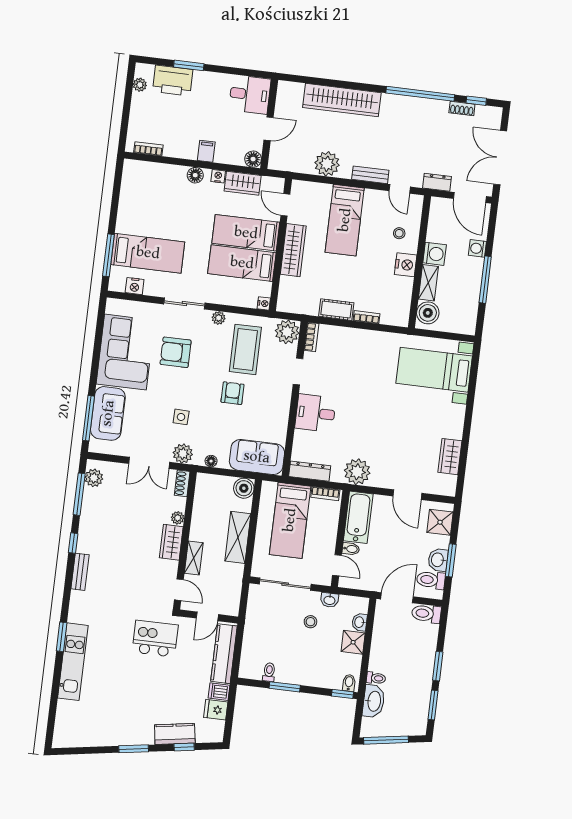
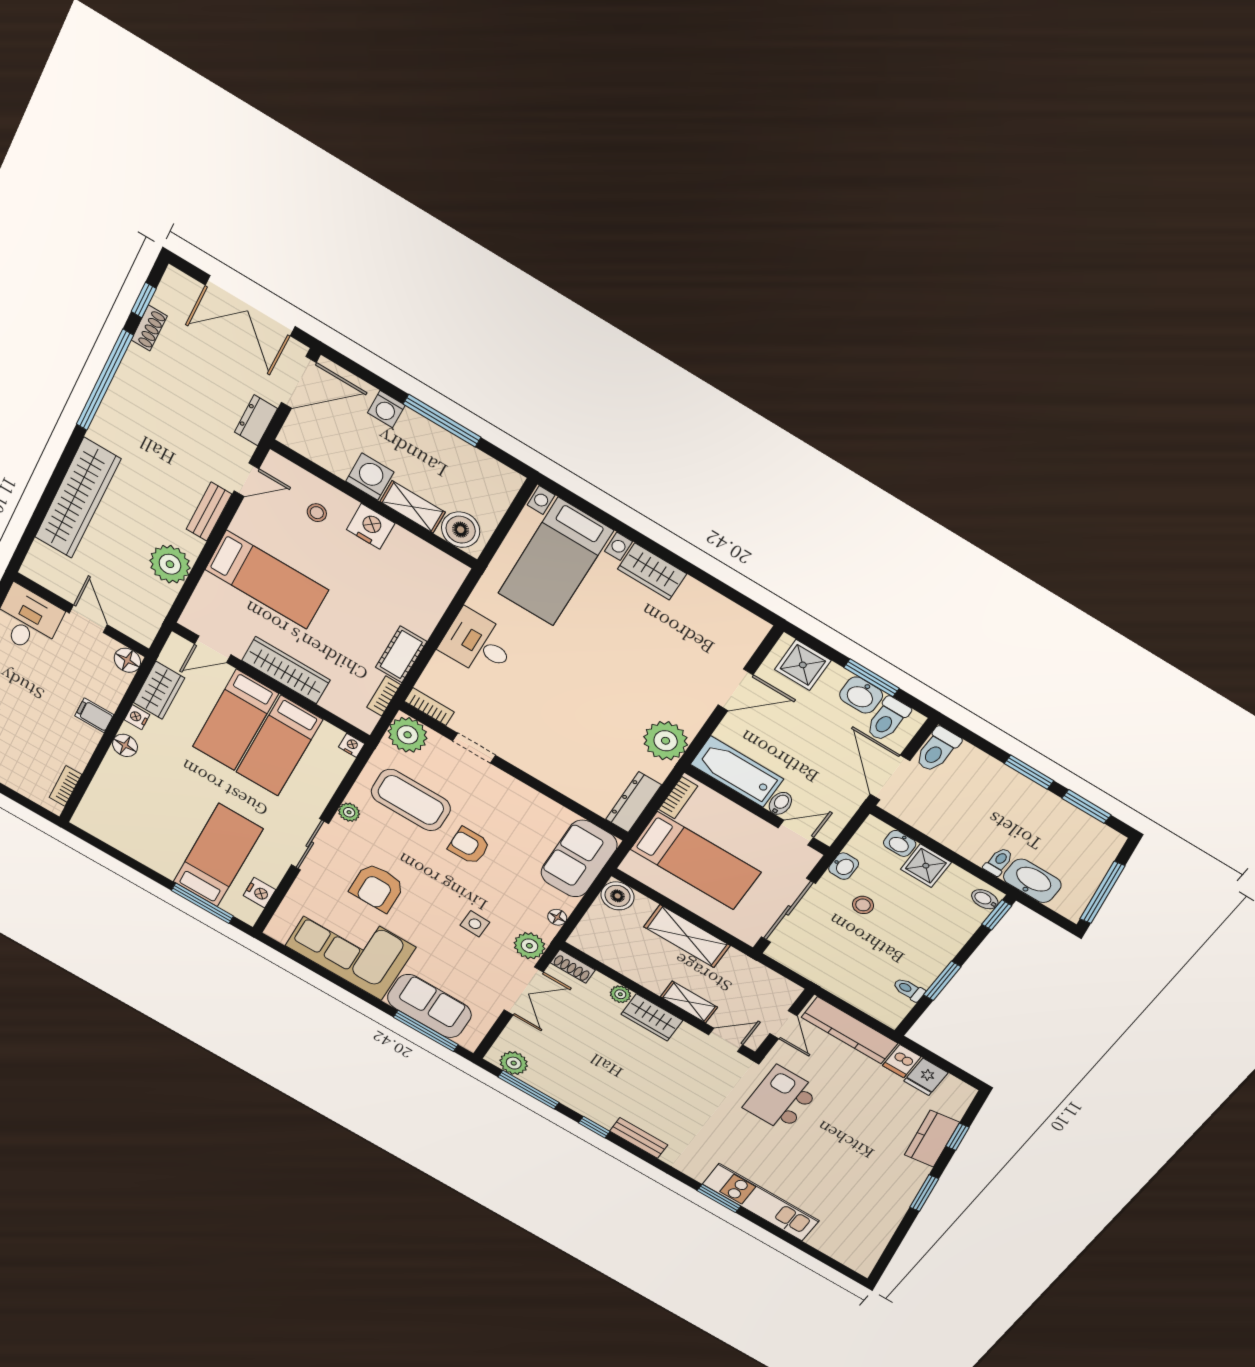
bookcase: (366, 317) -> (384, 696), moved
desk: (315, 413) -> (478, 644), moved, turned 90
wardrobe: (450, 457) -> (652, 571), moved

